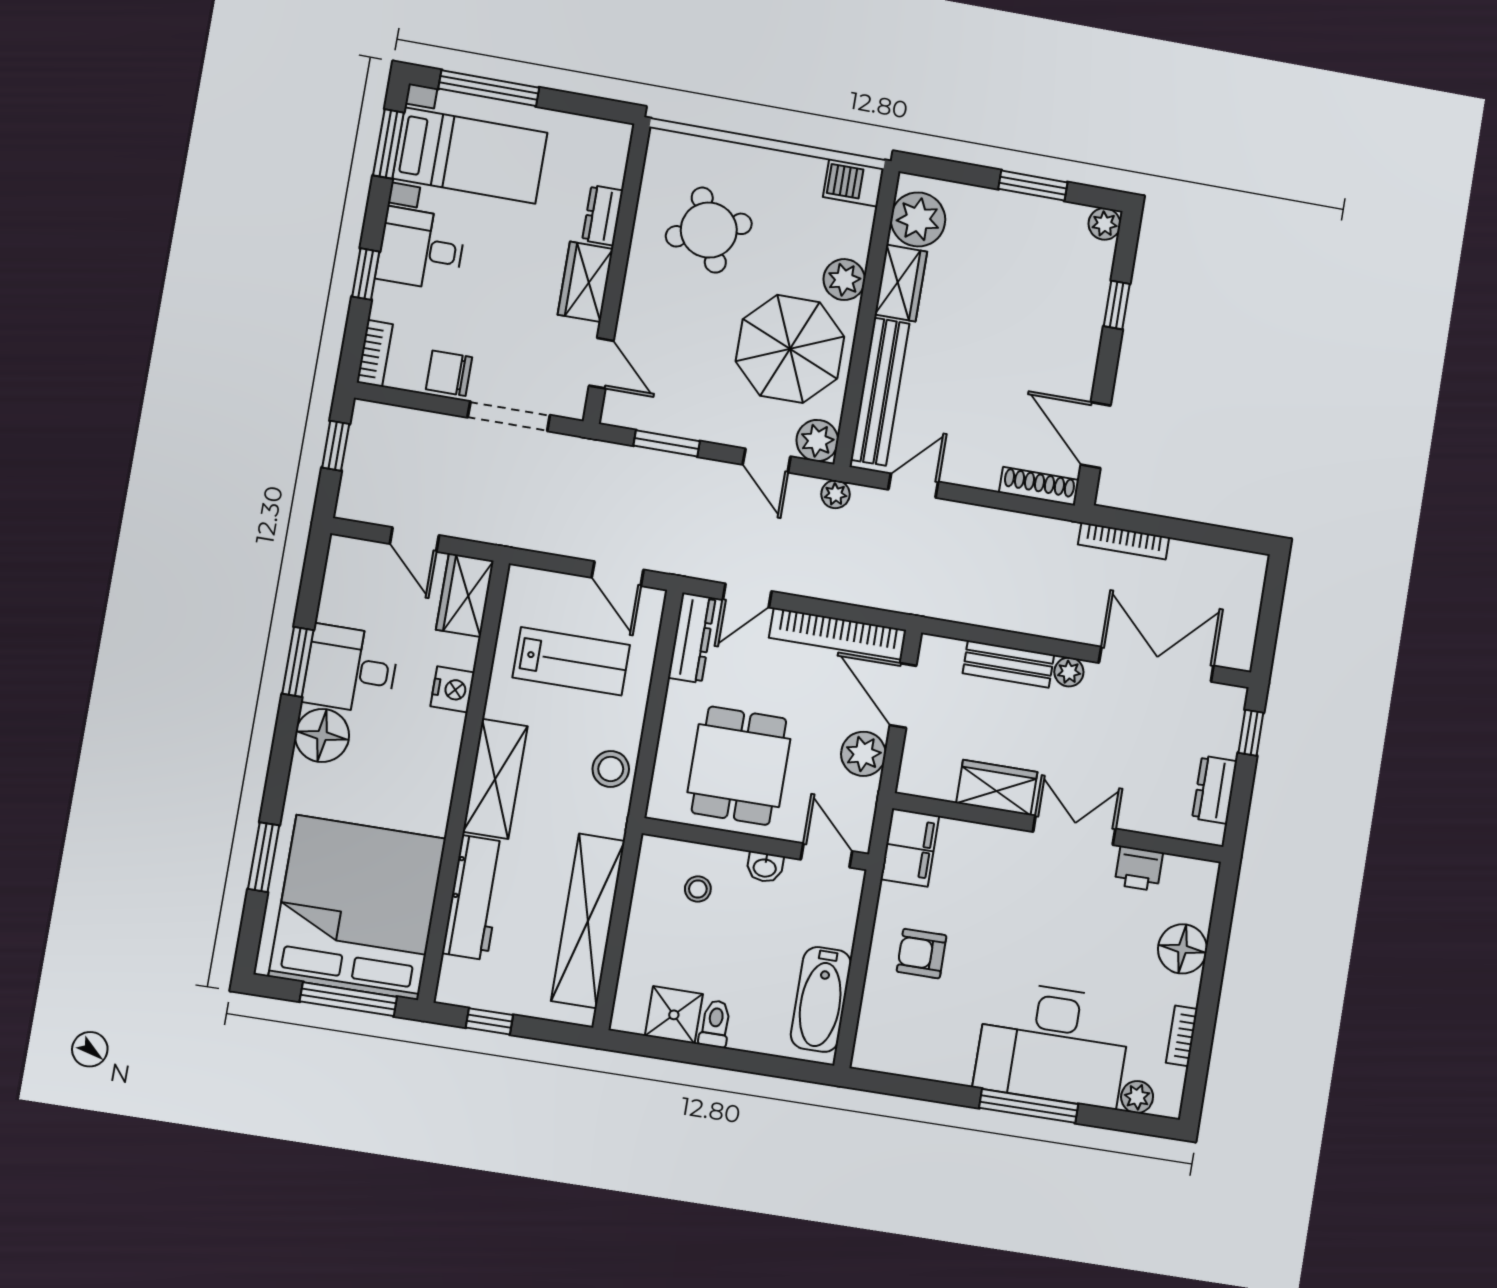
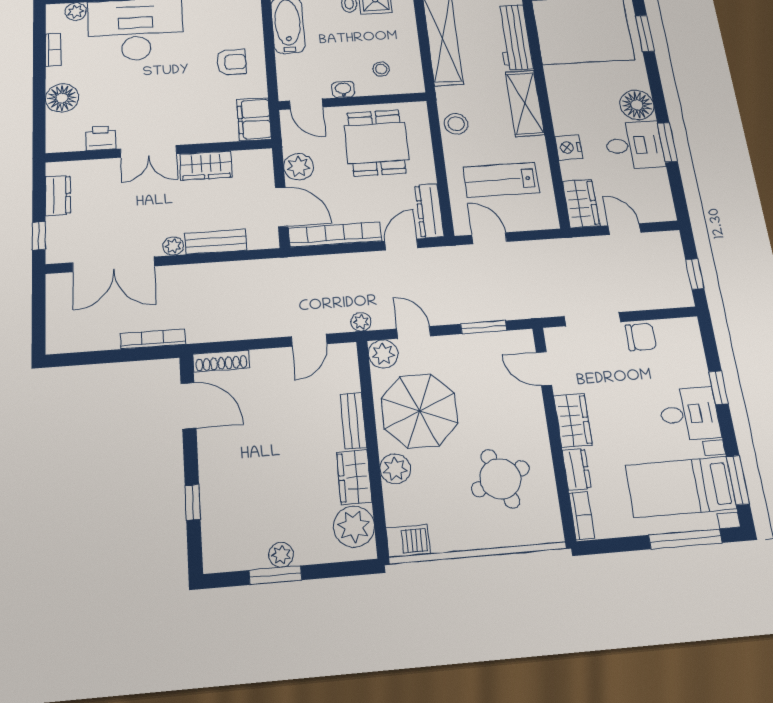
plant: (1104, 224) -> (281, 555), moved
bookcase: (375, 353) -> (582, 516), moved, turned 180
bench: (880, 392) -> (353, 421), width x0.54, depth x0.82

